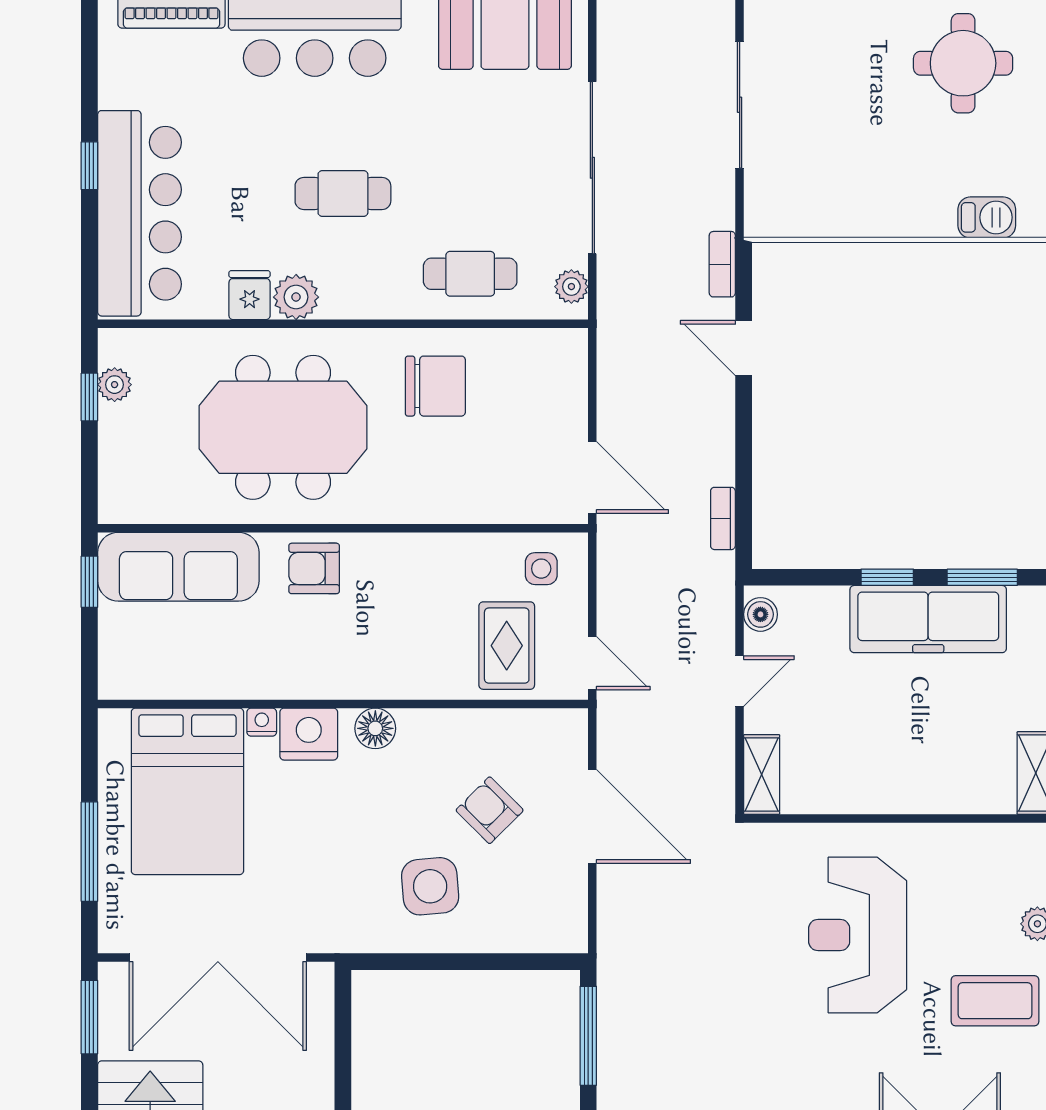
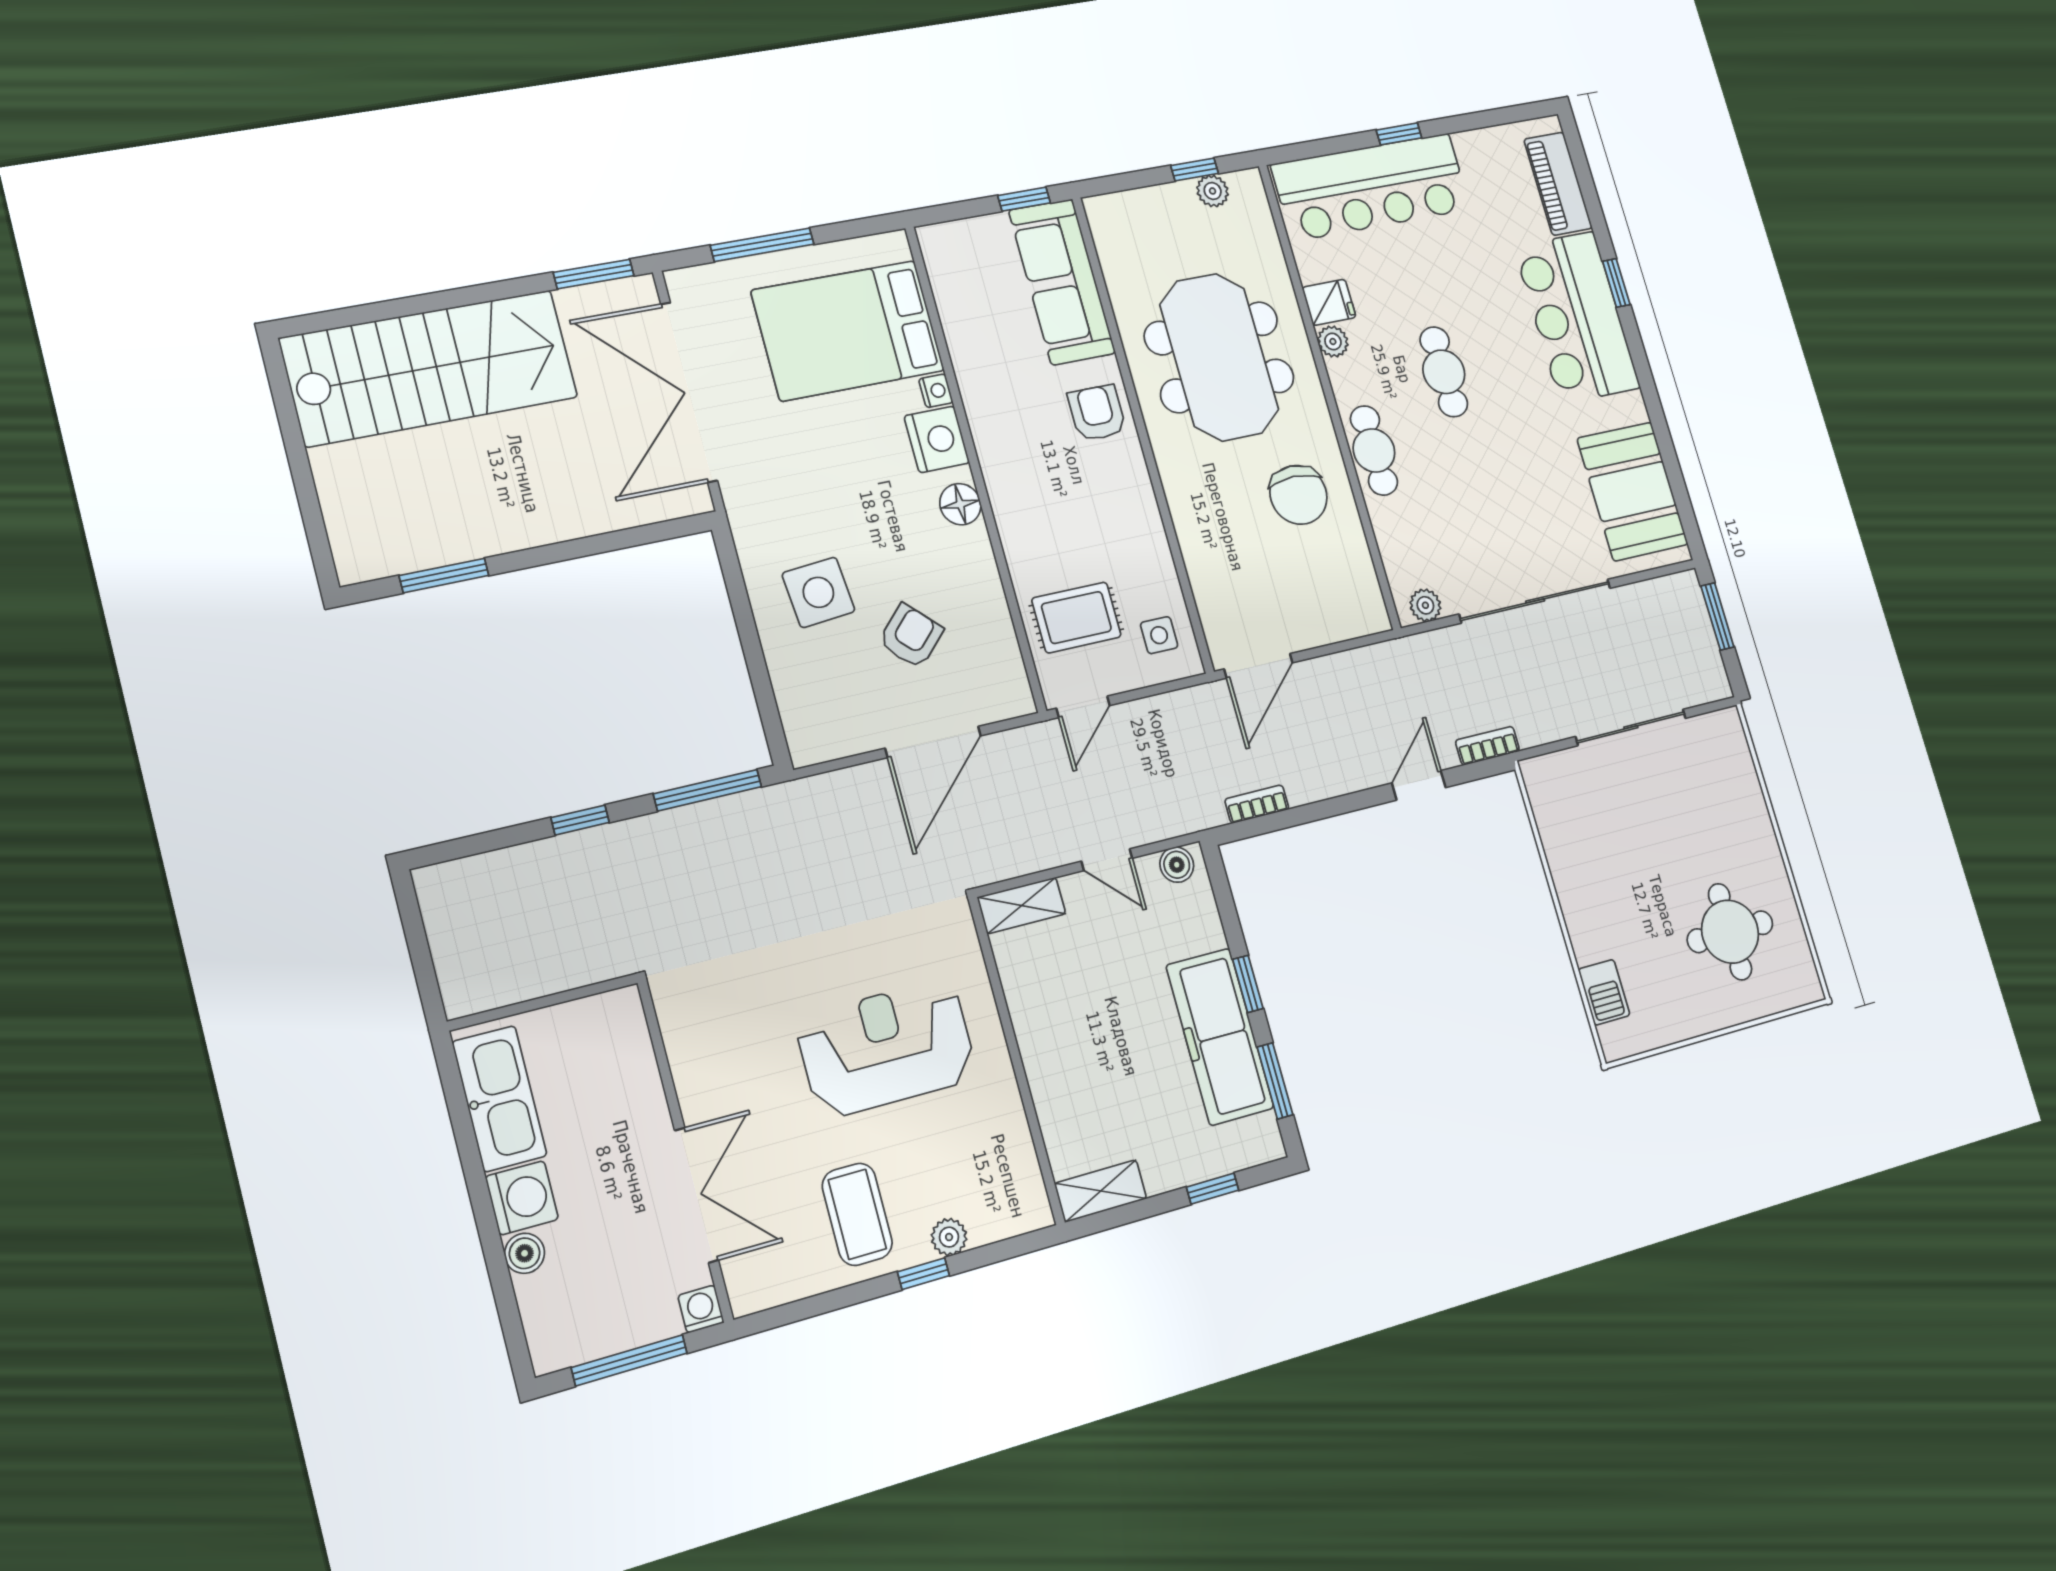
cafe table: (470, 274) -> (1374, 450), moved
plant: (296, 297) -> (1333, 342), width x0.73, depth x0.73

